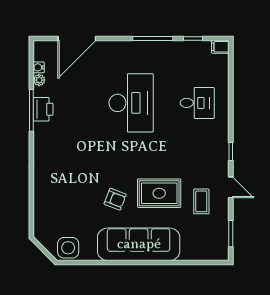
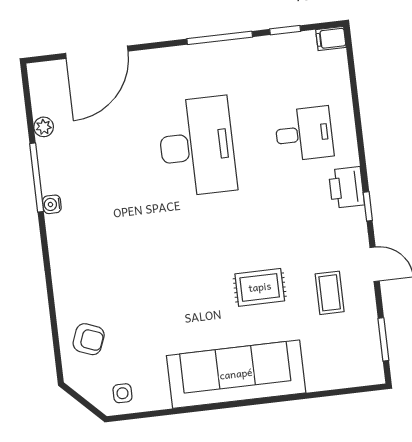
water cooler: (39, 67) -> (52, 204), moved
printer: (43, 109) -> (346, 187), moved, turned 180
rug: (159, 193) -> (260, 287), width x0.73, depth x0.70
armchair: (115, 199) -> (89, 339), moved
side table: (68, 248) -> (122, 393), width x0.54, depth x0.54

